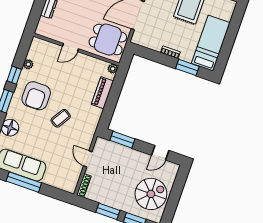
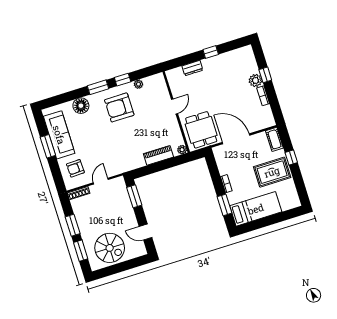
door: (71, 48) -> (174, 106), swing flipped
coffee table: (61, 118) -> (116, 138), removed
armchair: (60, 172) -> (75, 168), added
window: (24, 182) -> (48, 146), width x0.69

